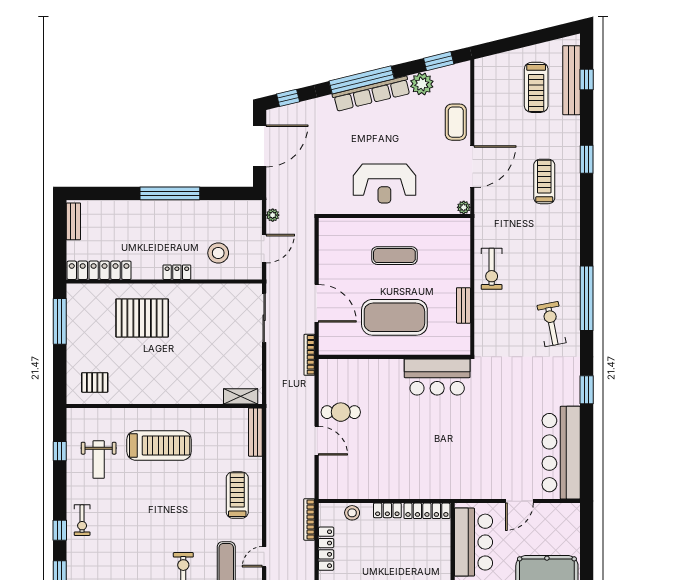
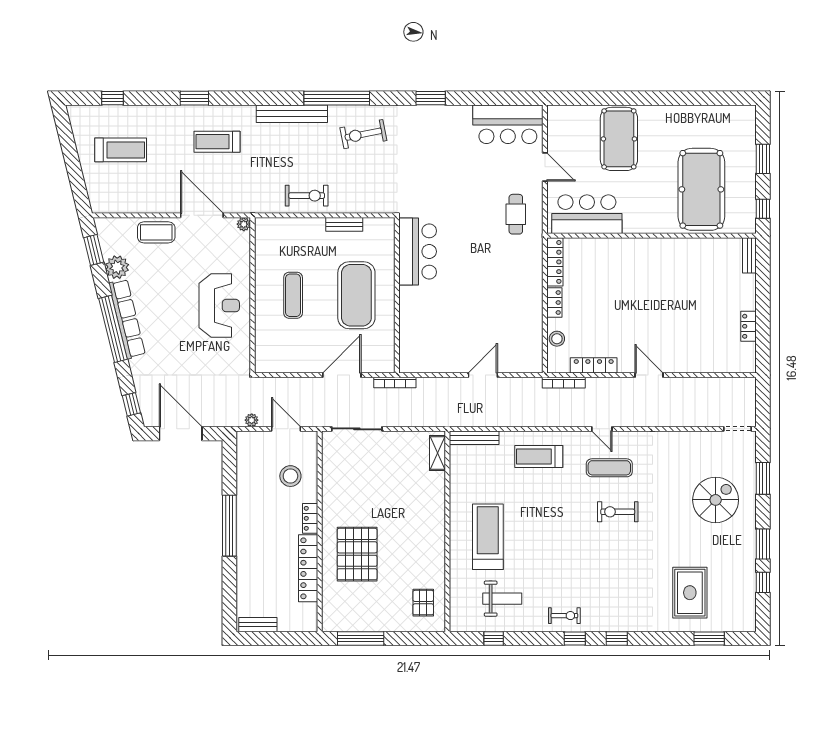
bench: (571, 80) -> (292, 114), moved
locker: (99, 270) -> (308, 568), moved
cafe table: (341, 412) -> (516, 214), moved
bar counter: (561, 453) -> (508, 124), width x0.73

